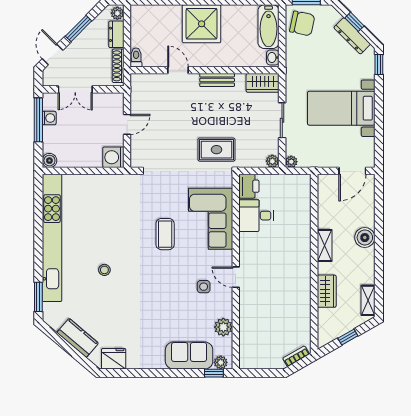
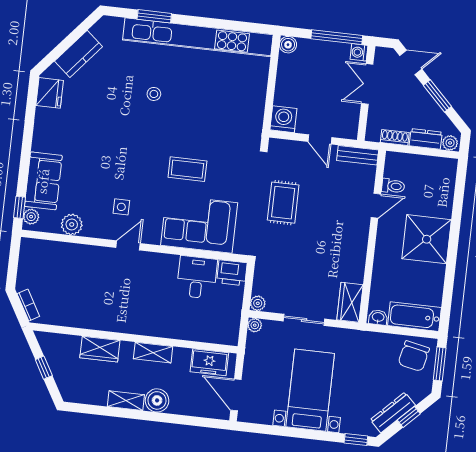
toilet: (136, 57) -> (393, 186), moved
shoe rack: (118, 66) -> (395, 137), width x0.70
bench: (217, 80) -> (358, 155), moved, turned 90
washing machine: (49, 118) -> (359, 52), moved, turned 90
rug: (216, 150) -> (283, 203), moved
freezer: (327, 197) -> (209, 362), added
window: (38, 297) -> (154, 16), moved
shelving: (368, 300) -> (126, 401), moved

